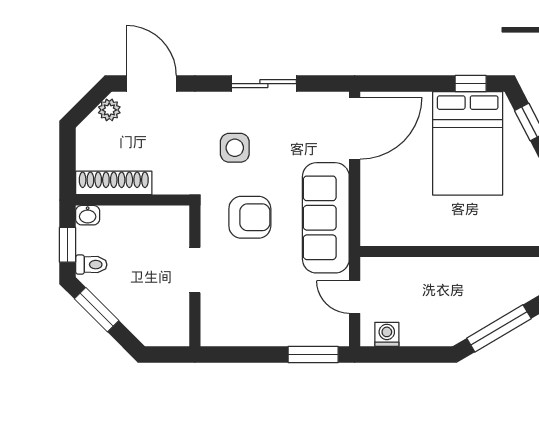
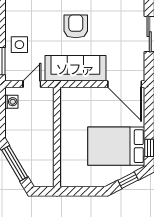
side table: (235, 148) -> (19, 45), moved
armchair: (250, 217) -> (76, 26), turned 180

